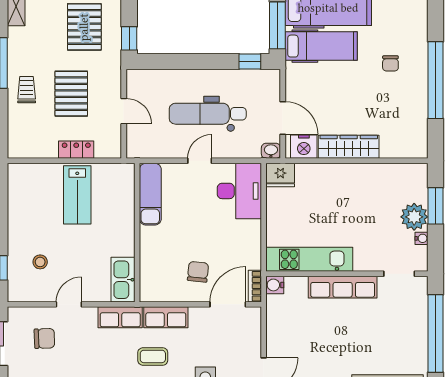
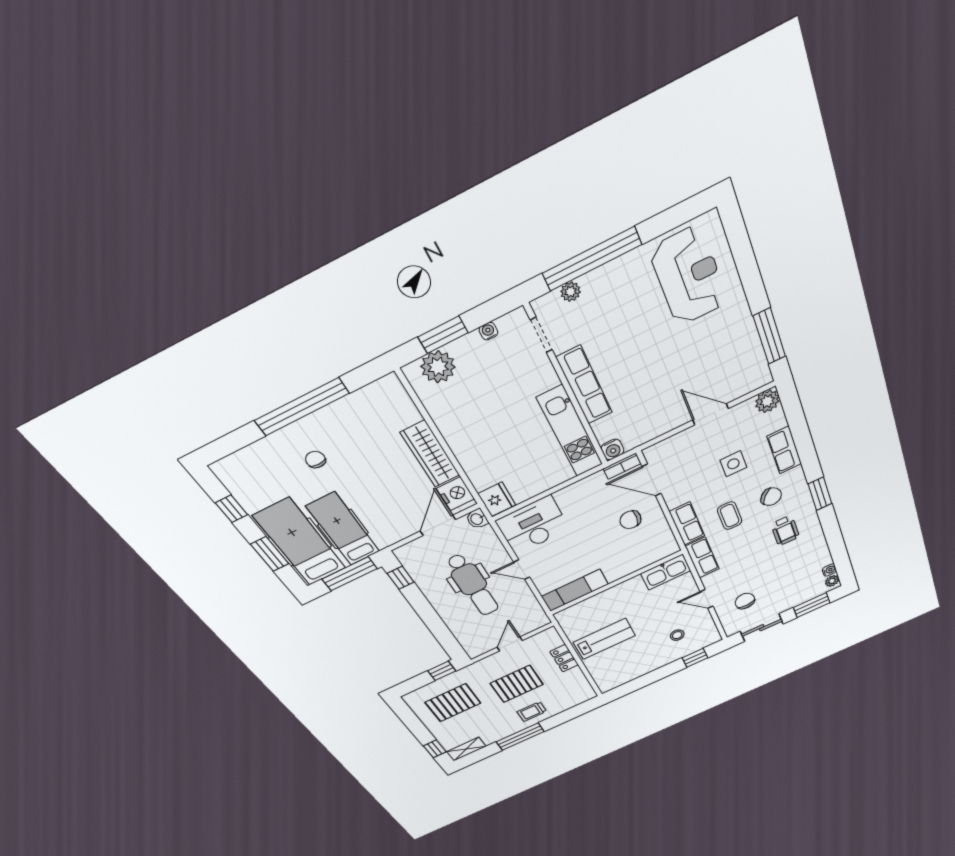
chair: (390, 63) -> (316, 460), turned -90
plant: (414, 217) -> (438, 367), moved
plant: (420, 309) -> (571, 292), added

